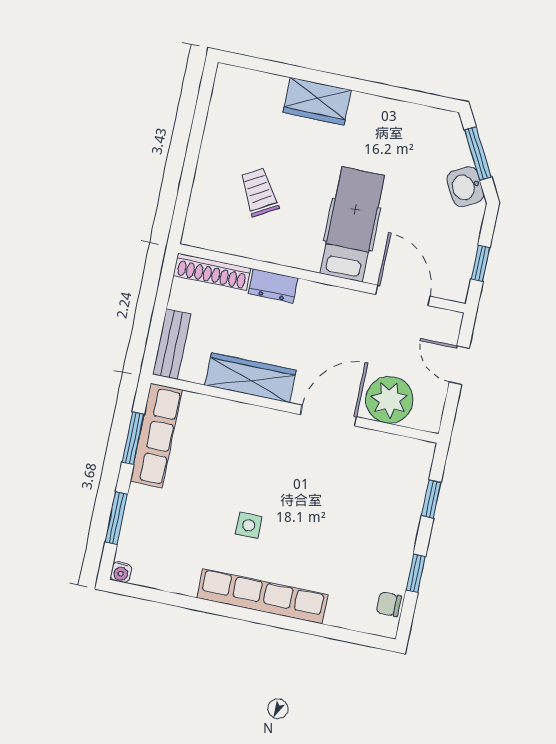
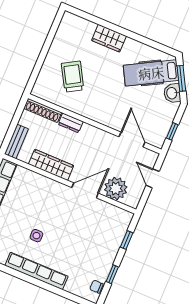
trolley: (259, 192) -> (73, 77), width x1.36, depth x1.39
hospital bed: (352, 224) -> (151, 73), moved, turned -119

